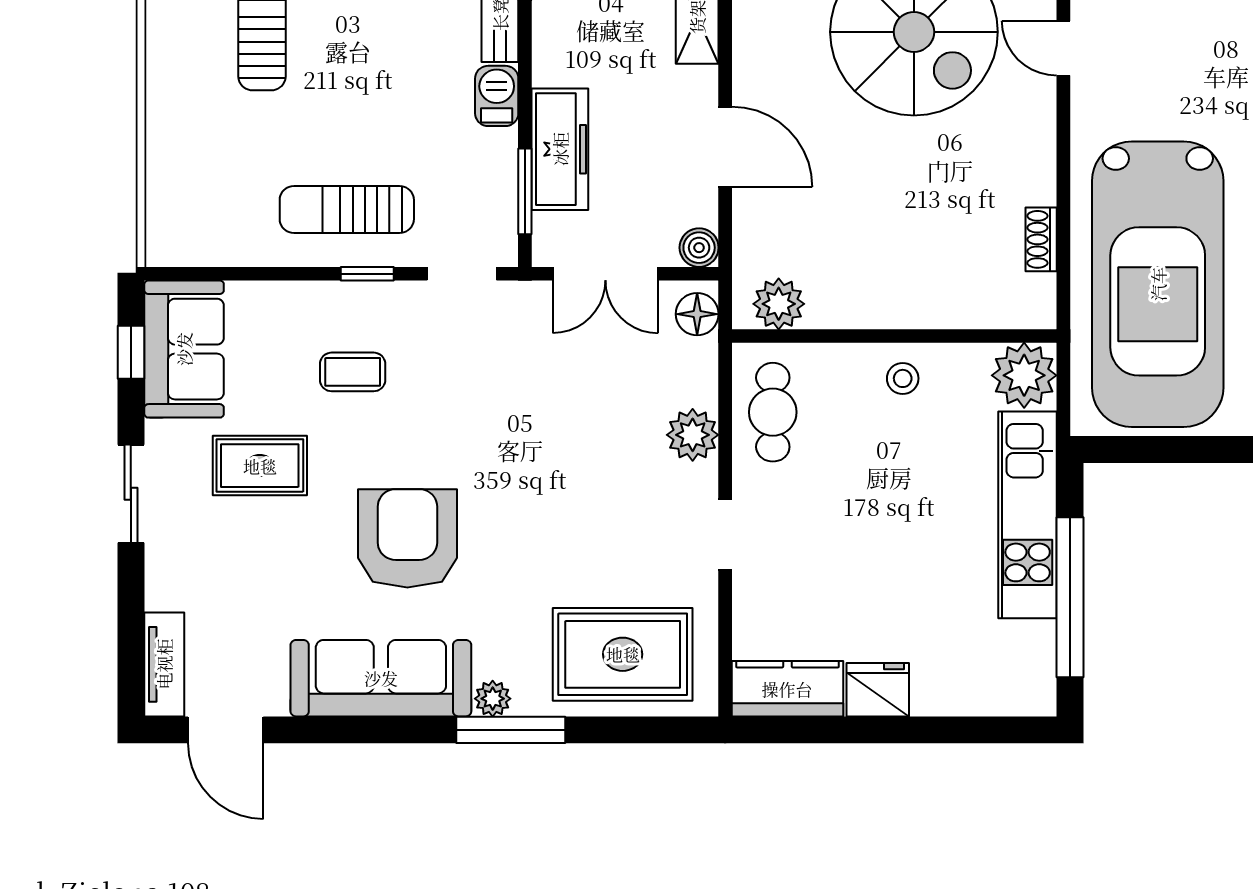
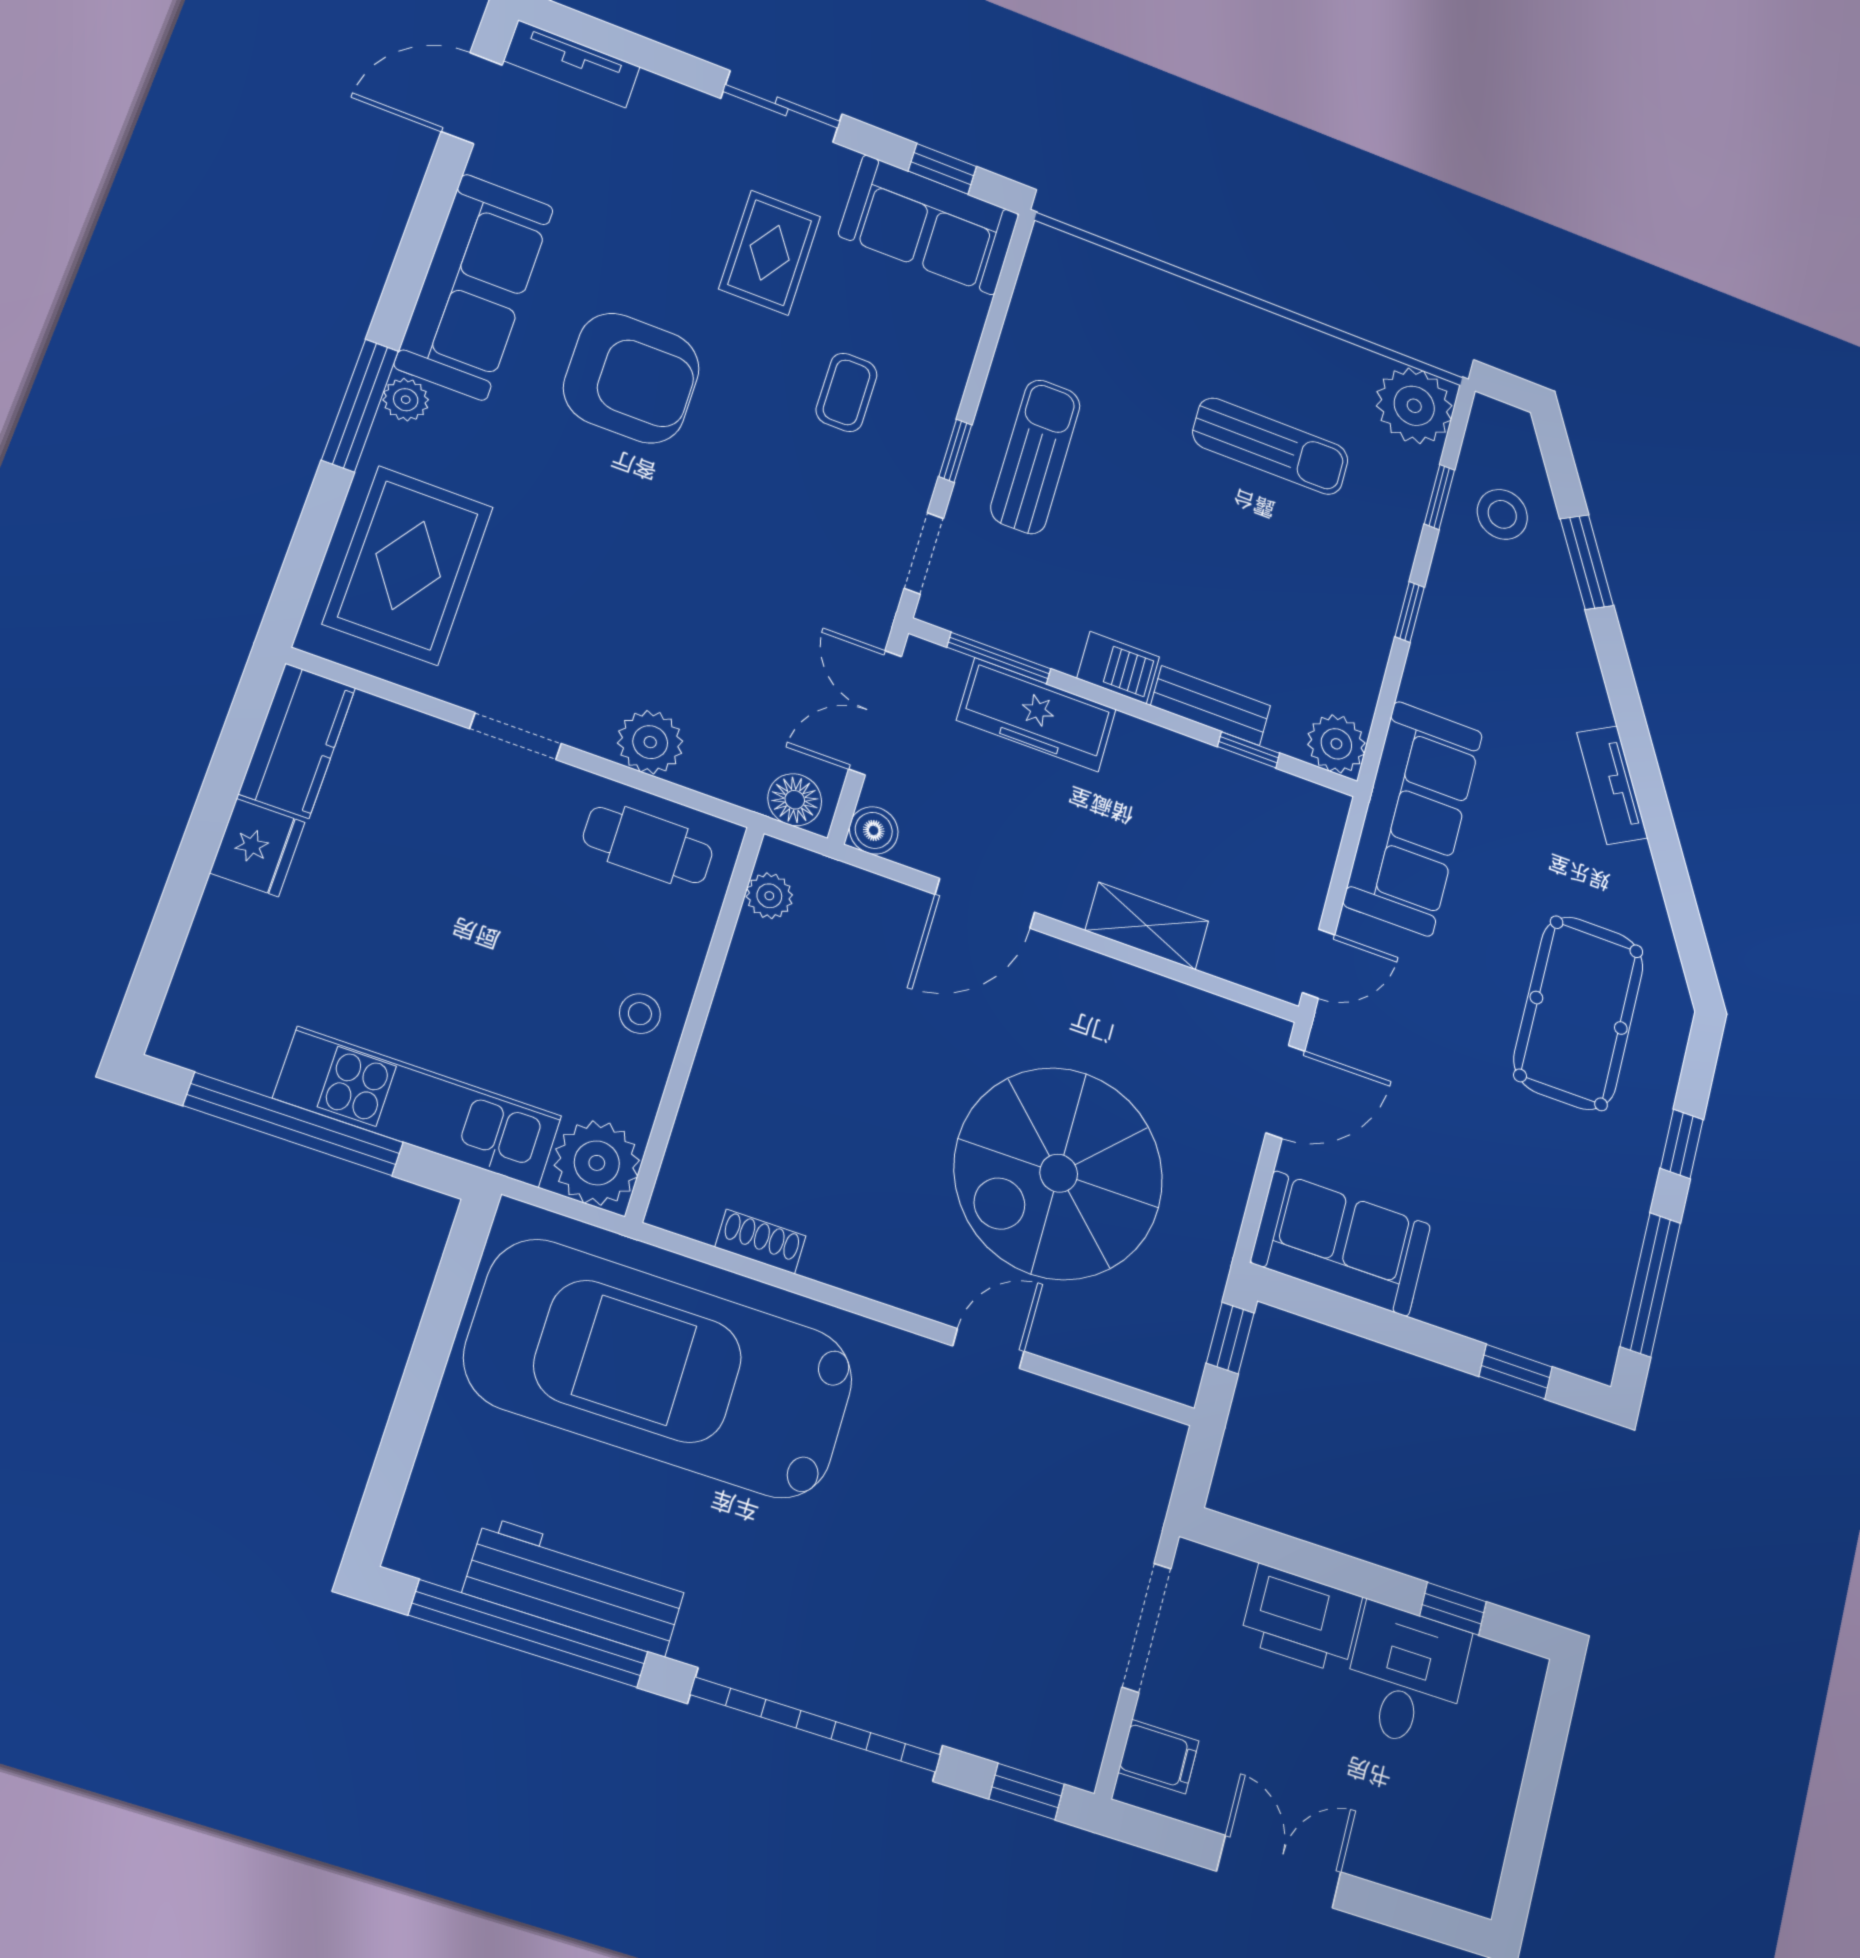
plant: (779, 304) -> (769, 896), width x0.73, depth x0.73

